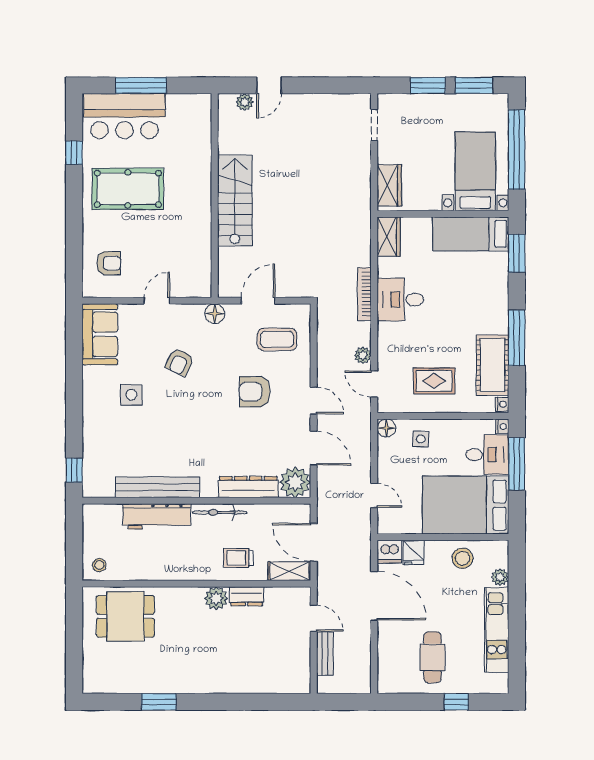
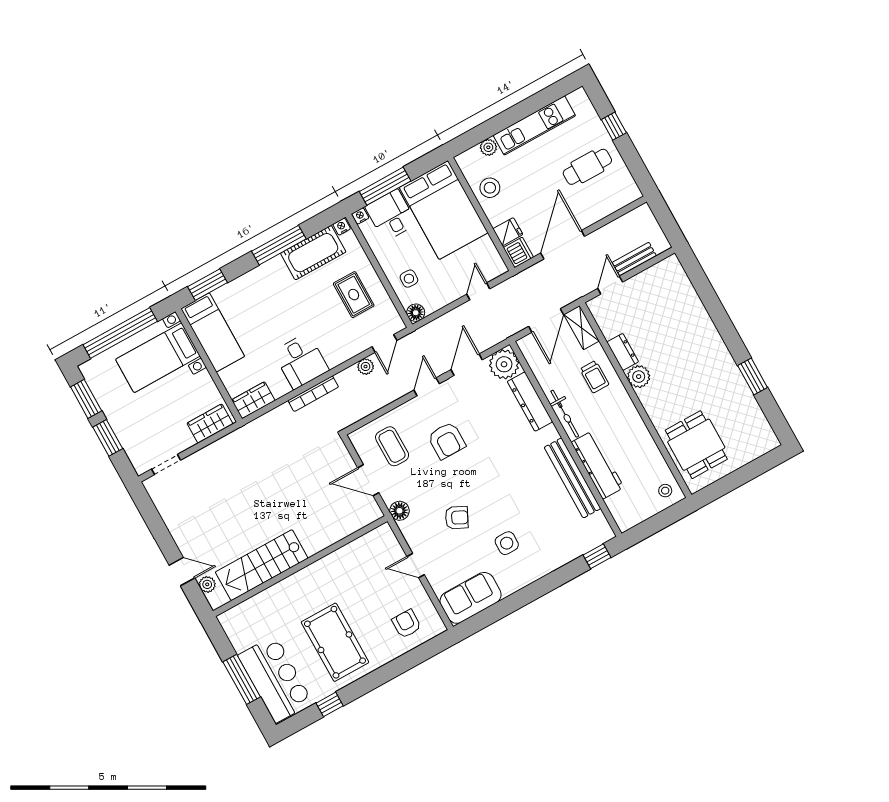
stairs: (235, 200) -> (262, 565), moved

